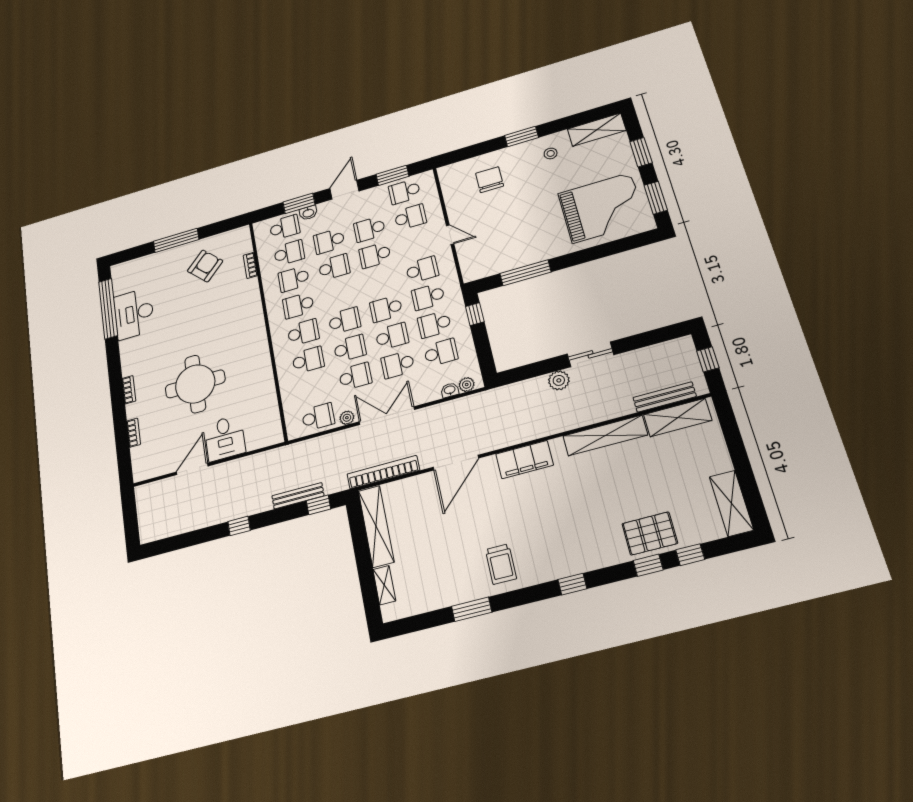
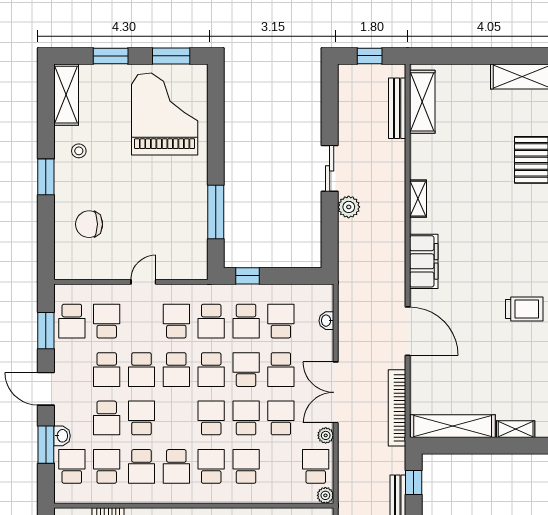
school desk: (380, 282) -> (176, 370), added
plant: (467, 385) -> (325, 495), moved
shelving: (605, 435) -> (418, 199), width x0.45, depth x0.75

